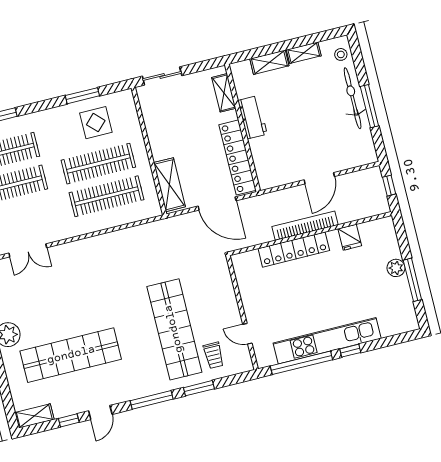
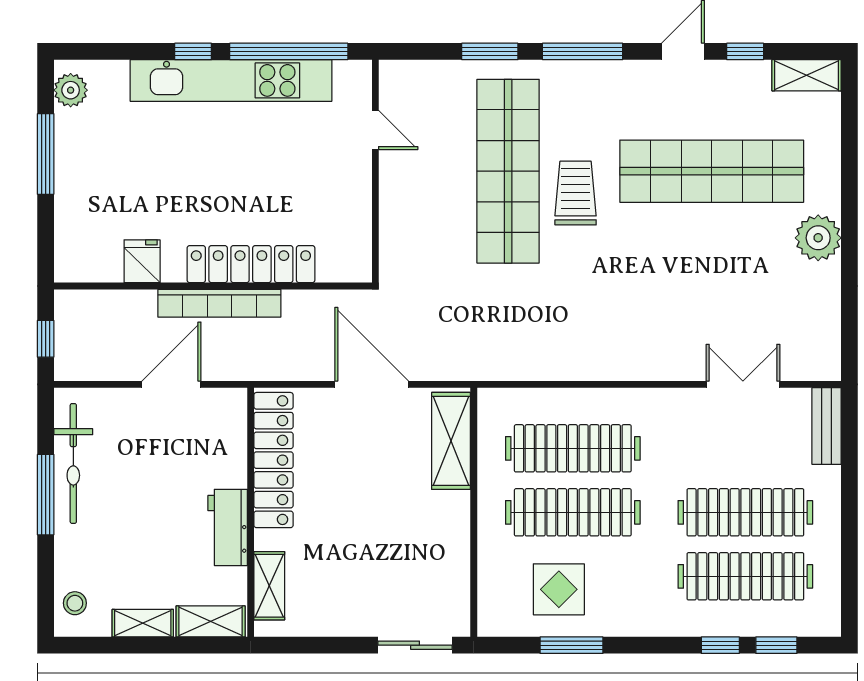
shelving: (224, 93) -> (269, 586), moved
bicycle: (353, 98) -> (73, 463), moved
workbench: (252, 117) -> (228, 527), moved
wall: (243, 128) -> (251, 512), moved
locker: (238, 157) -> (274, 460), moved
plant: (396, 268) -> (71, 90), moved
trolley: (214, 355) -> (576, 193), moved, width x1.36, depth x1.39

